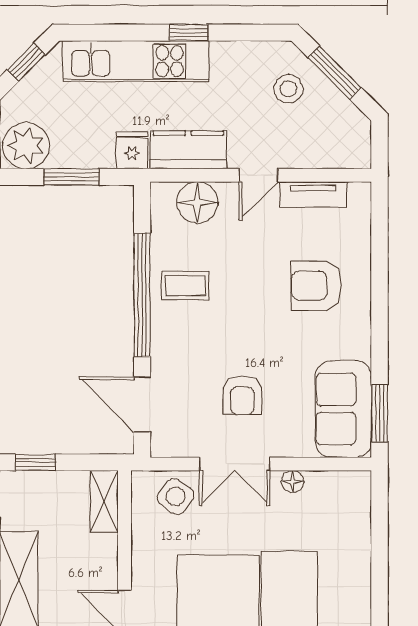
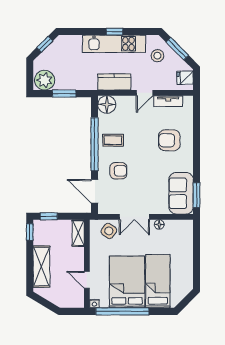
kitchen unit: (136, 61) -> (114, 44), moved
fridge: (132, 150) -> (185, 78), moved, turned -90
floor lamp: (197, 202) -> (107, 105), moved
armchair: (242, 395) -> (118, 171), moved, turned -90

